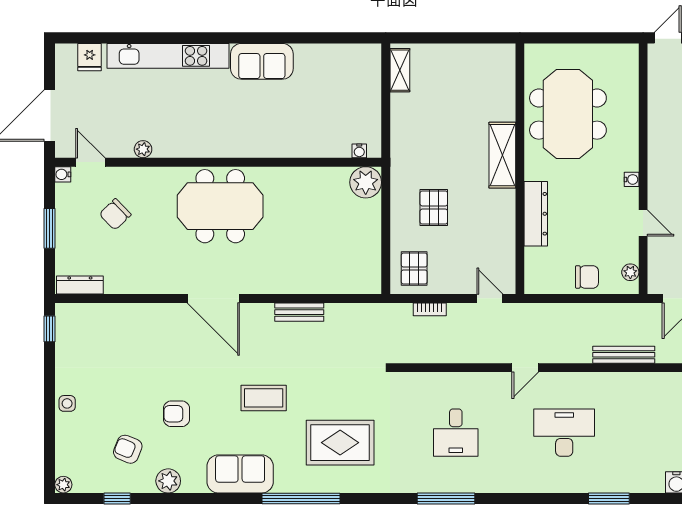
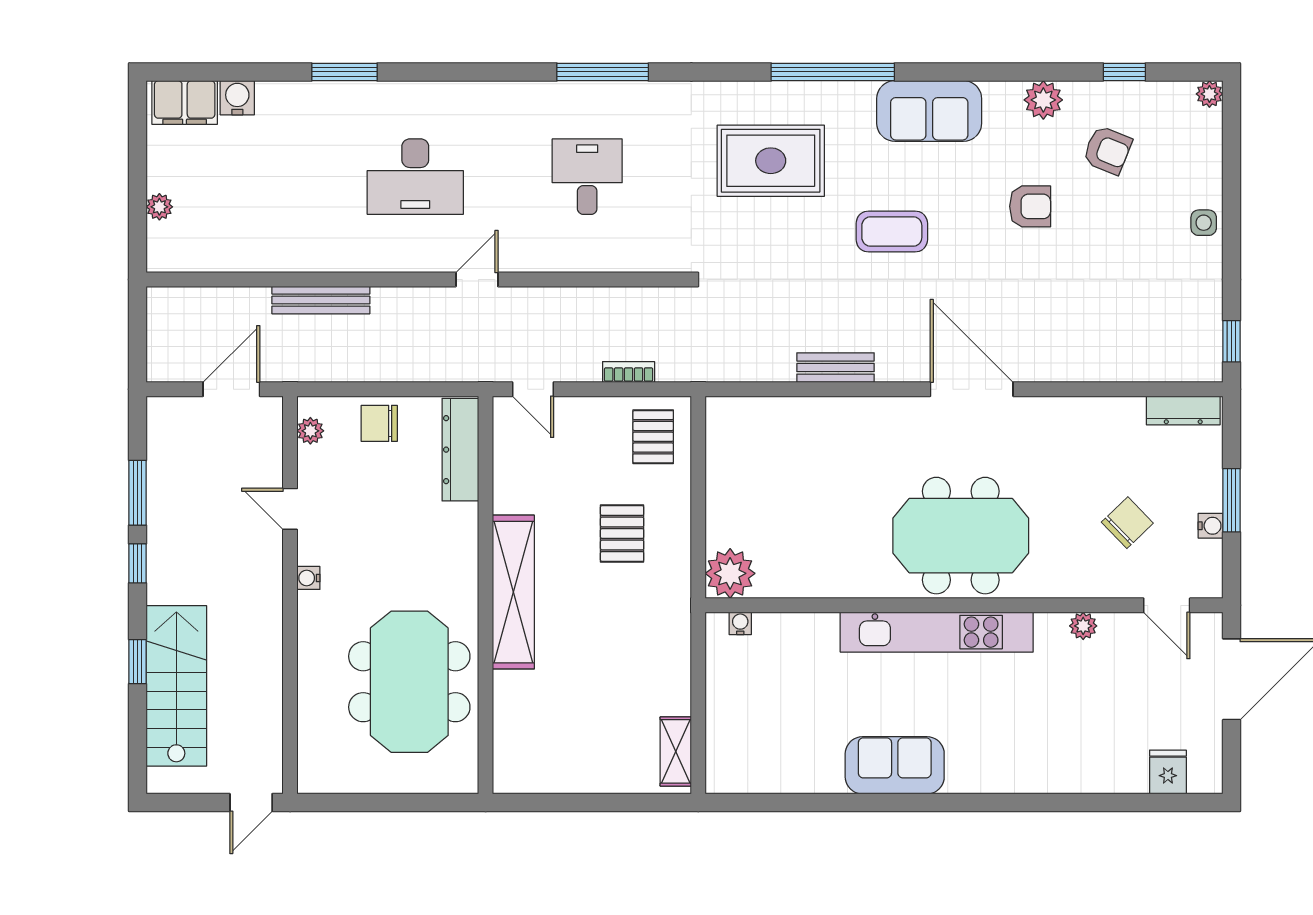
kitchen unit: (168, 56) -> (937, 632), moved, turned 180
shelving: (502, 155) -> (513, 592), width x1.47
water cooler: (63, 174) -> (1211, 526), moved
dresser: (536, 214) -> (460, 450), moved

